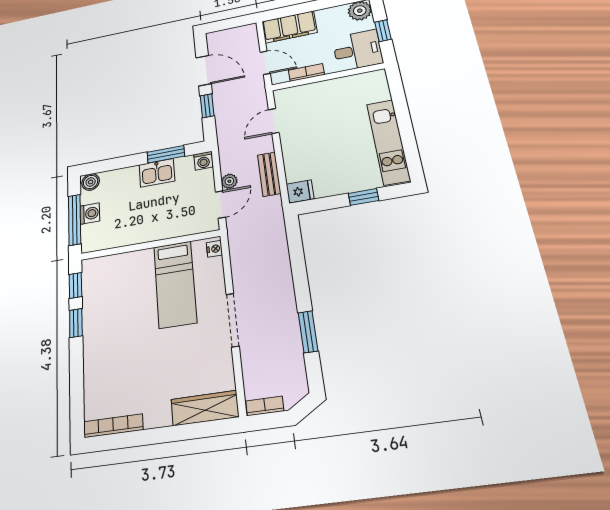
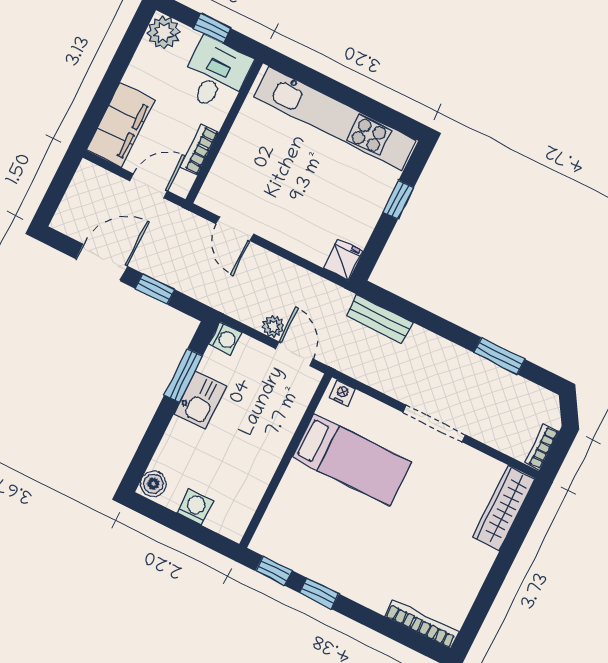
kitchen unit: (388, 142) -> (335, 118), width x1.36
bench: (269, 174) -> (379, 319), moved
window: (75, 220) -> (190, 529), removed
bookcase: (113, 426) -> (422, 624), moved, turned 90

